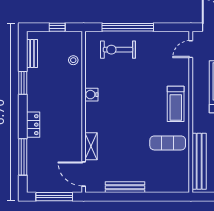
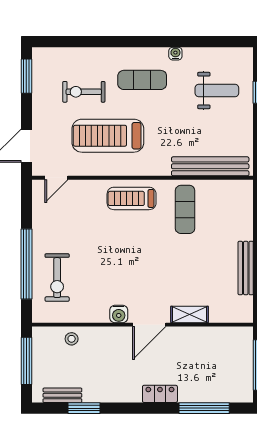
window: (57, 27) -> (26, 361), width x2.17
door: (191, 49) -> (56, 178), hinge flipped
window: (23, 83) -> (84, 408), moved
treadmill: (176, 104) -> (132, 198), turned 180
door: (84, 174) -> (149, 325), moved

